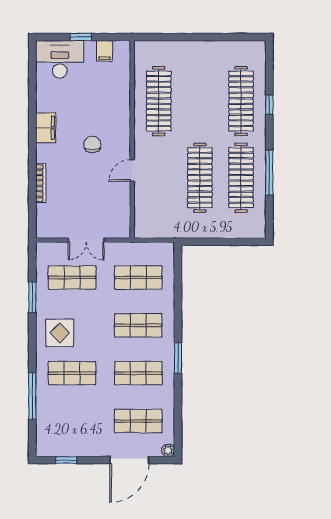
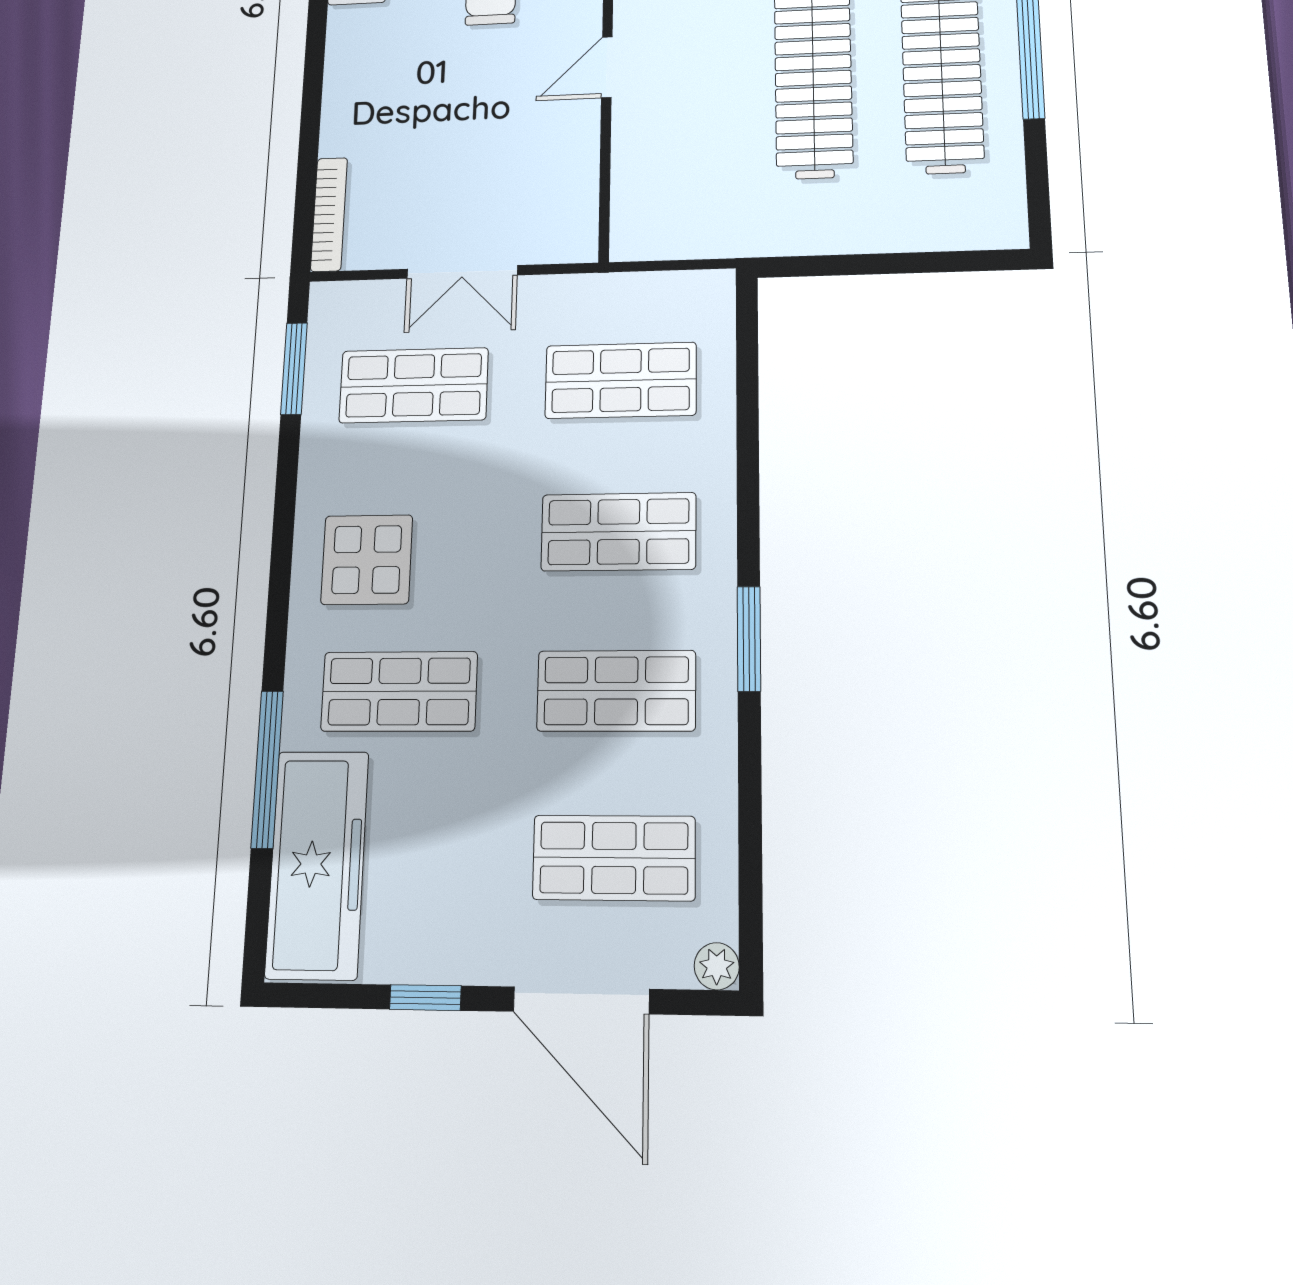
bookcase: (41, 183) -> (329, 214), moved
window: (32, 297) -> (294, 369), moved
freezer: (50, 423) -> (317, 864), added
window: (66, 460) -> (425, 998), moved
door: (129, 460) -> (581, 1000), hinge flipped

